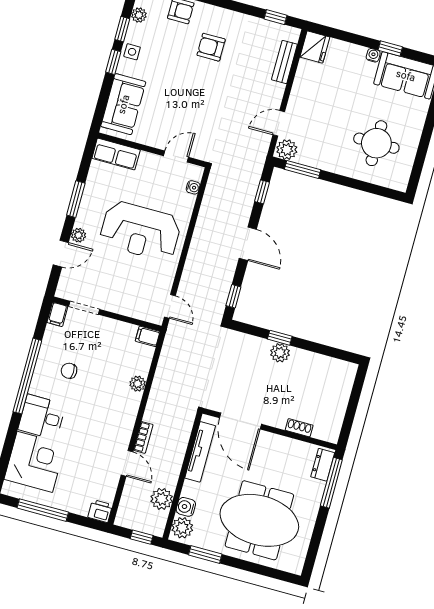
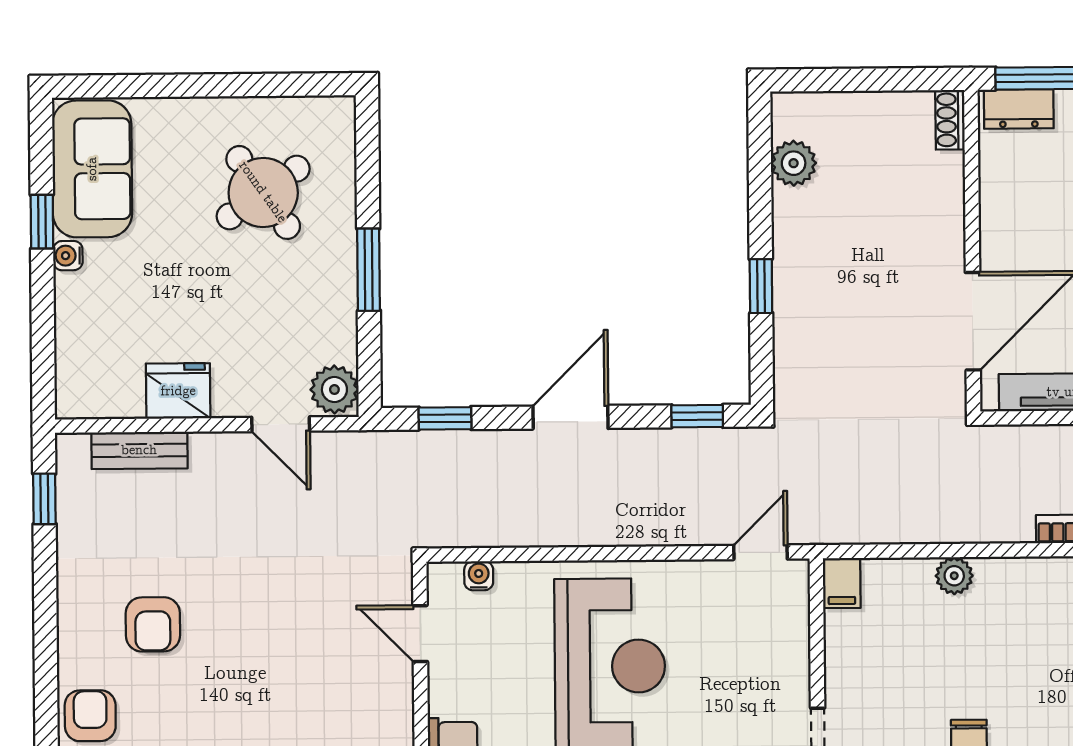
fridge: (315, 47) -> (178, 391), moved
round table: (376, 143) -> (263, 192), turned -35
window: (303, 170) -> (369, 270), moved
plant: (280, 353) -> (794, 163), moved
shoe rack: (299, 428) -> (950, 120), moved

